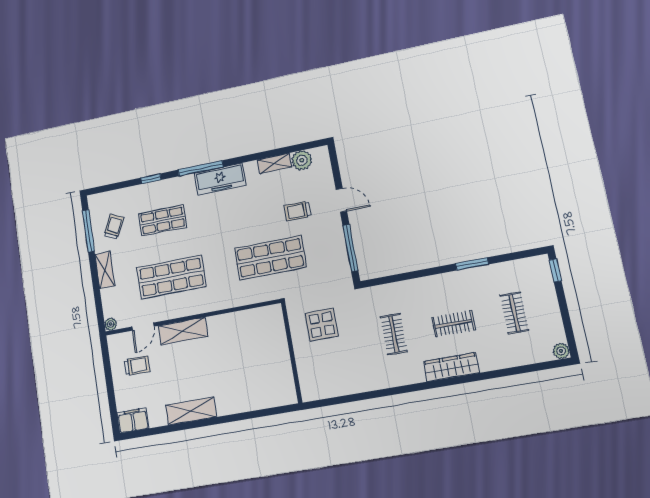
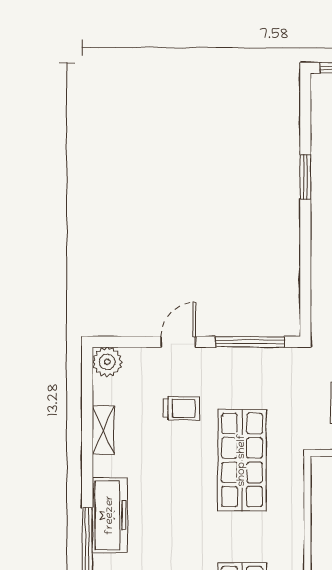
plant: (302, 160) -> (107, 362), moved
trolley: (298, 211) -> (181, 408), turned -90

